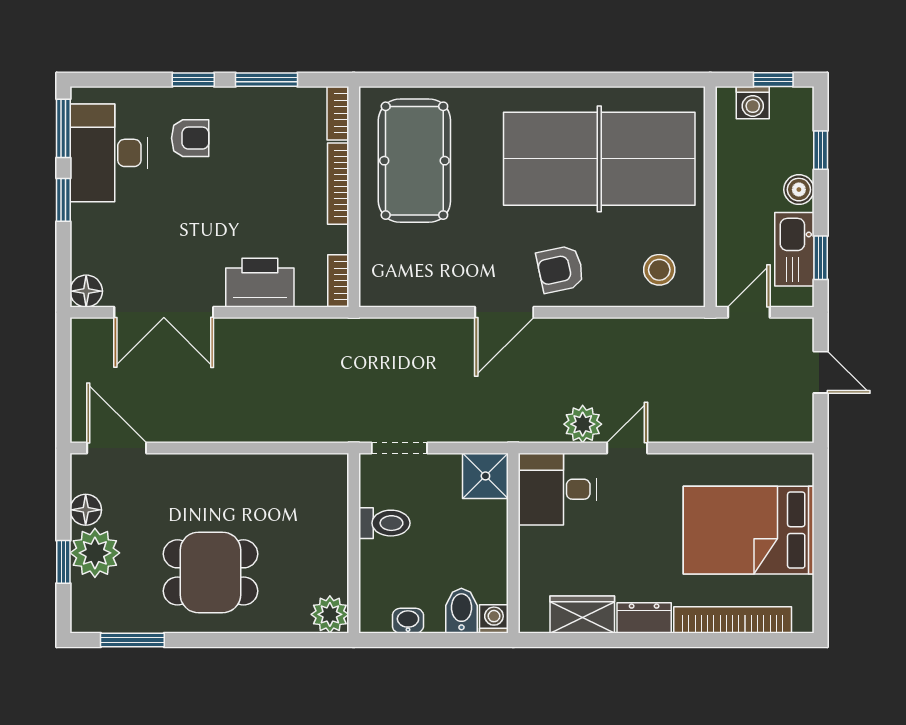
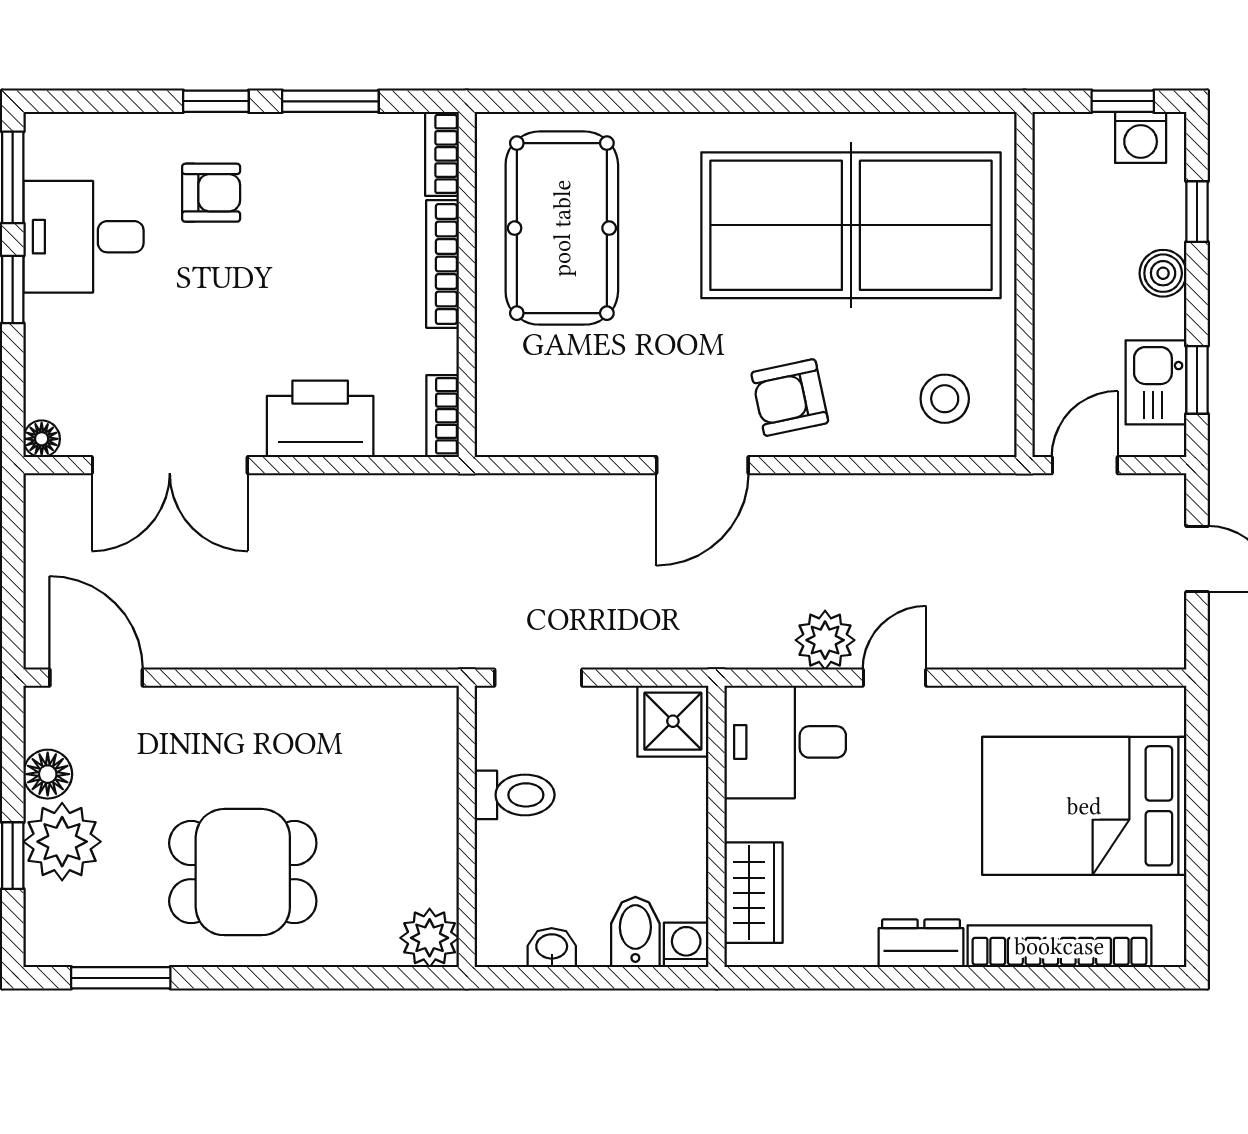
washing machine: (753, 103) -> (1141, 137), moved
desk: (109, 153) -> (83, 237), width x0.73
kitchen sink: (794, 249) -> (1156, 382), width x0.73
floor lamp: (86, 291) -> (42, 439), width x0.73, depth x0.73
wardrobe: (582, 615) -> (754, 893), moved, turned 90

